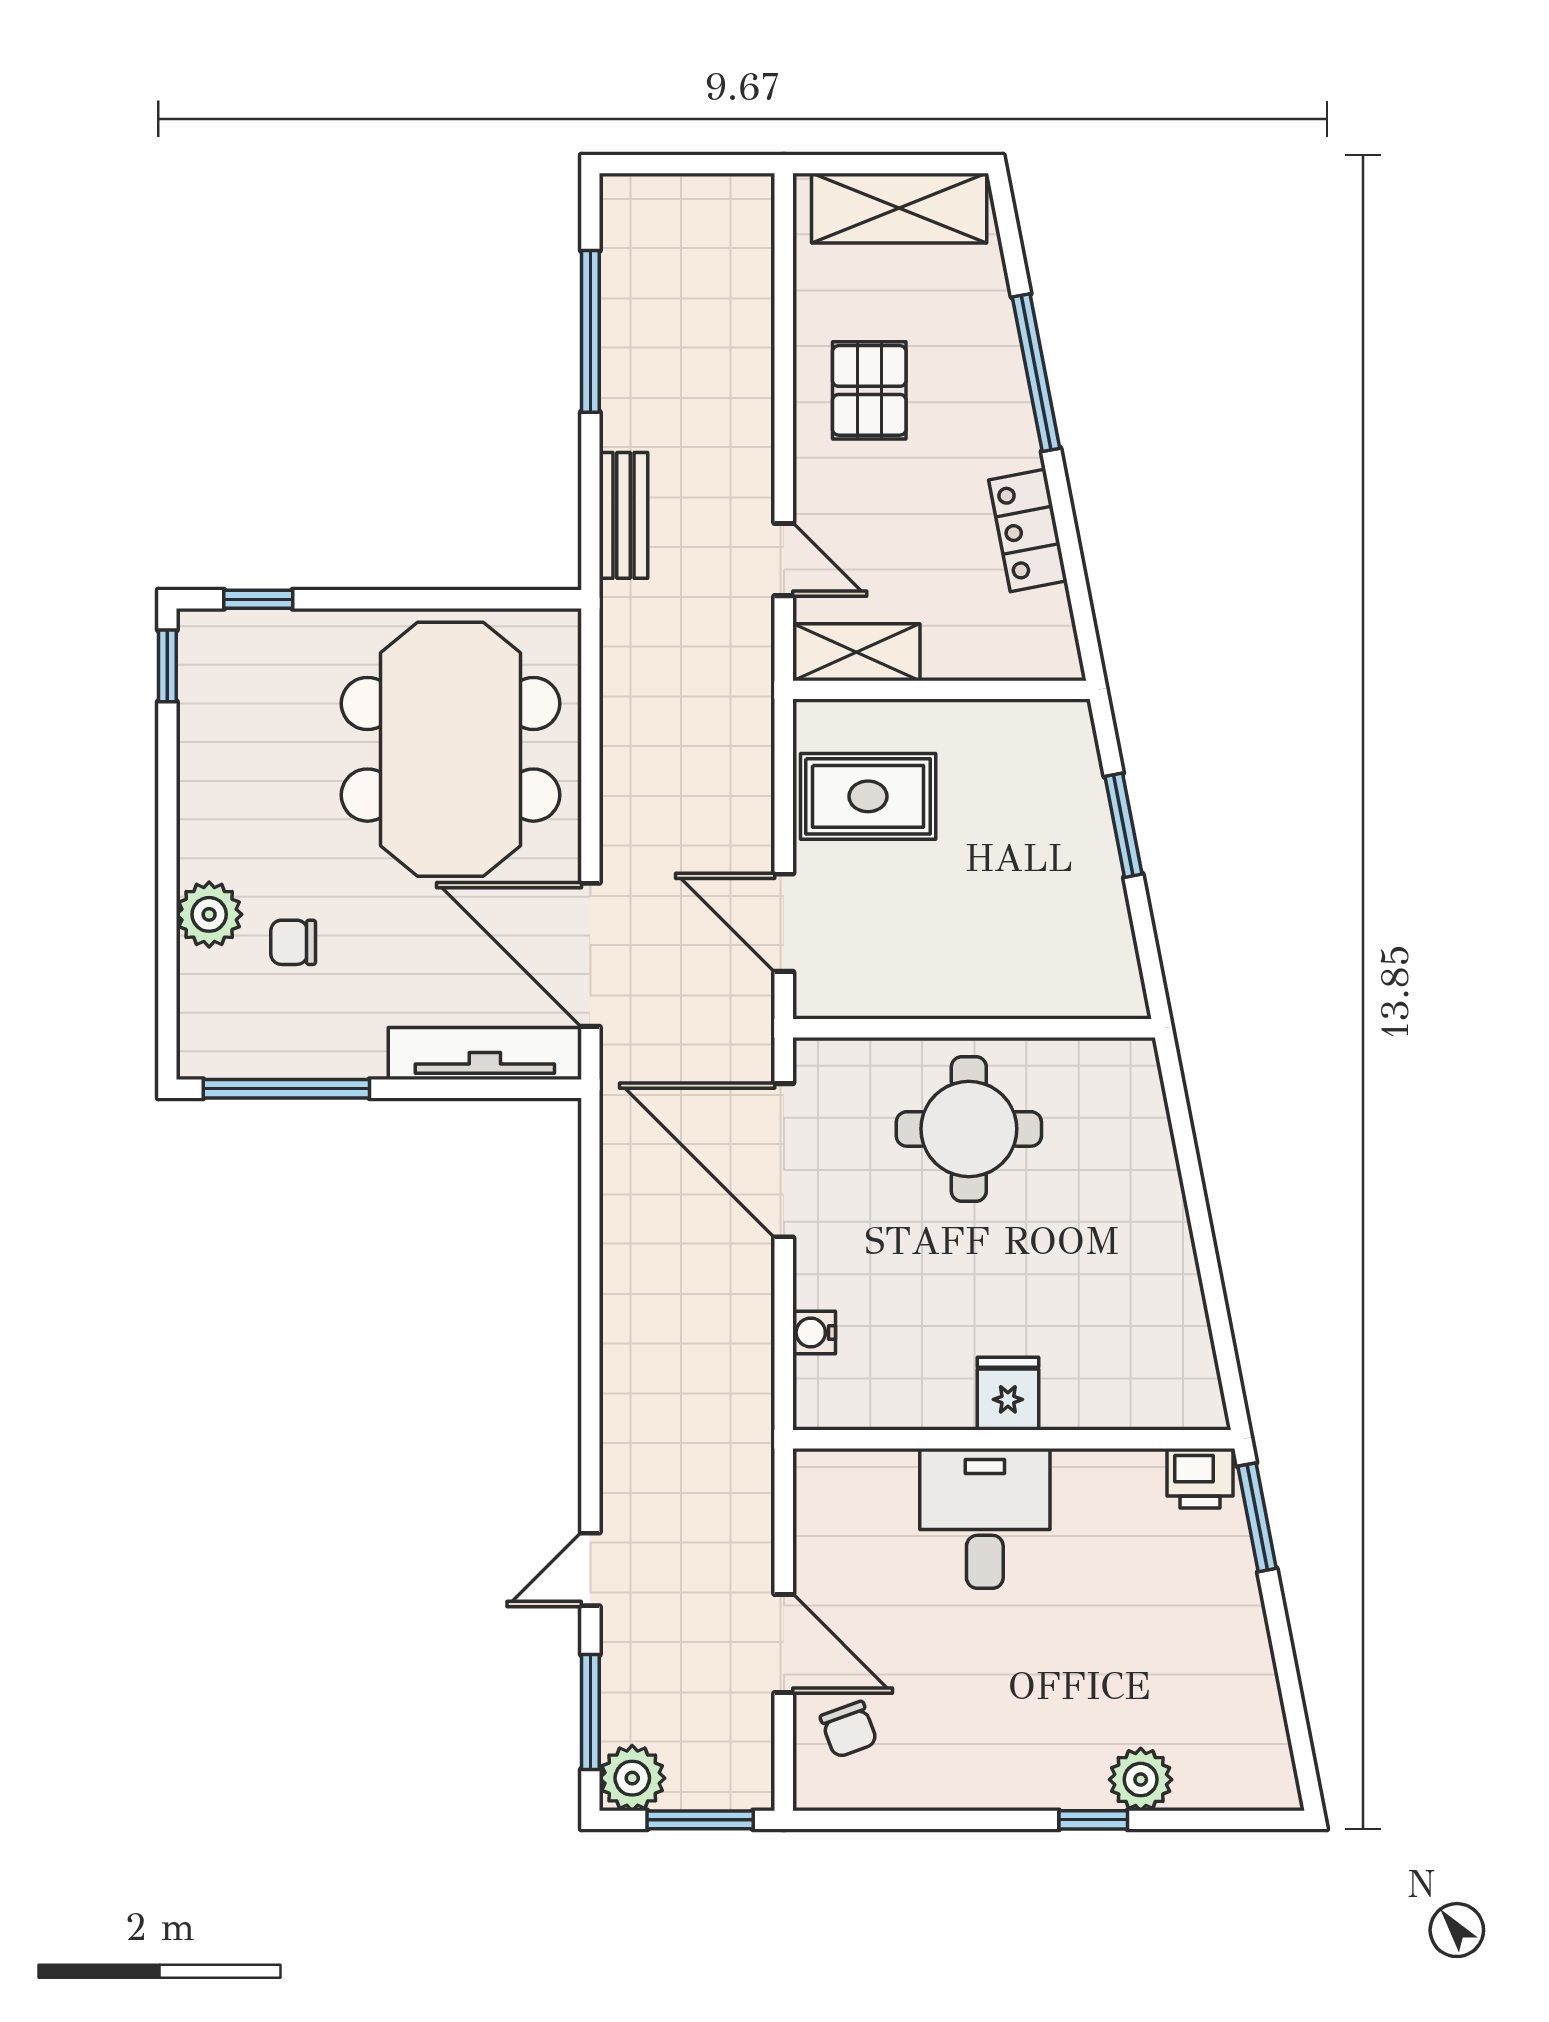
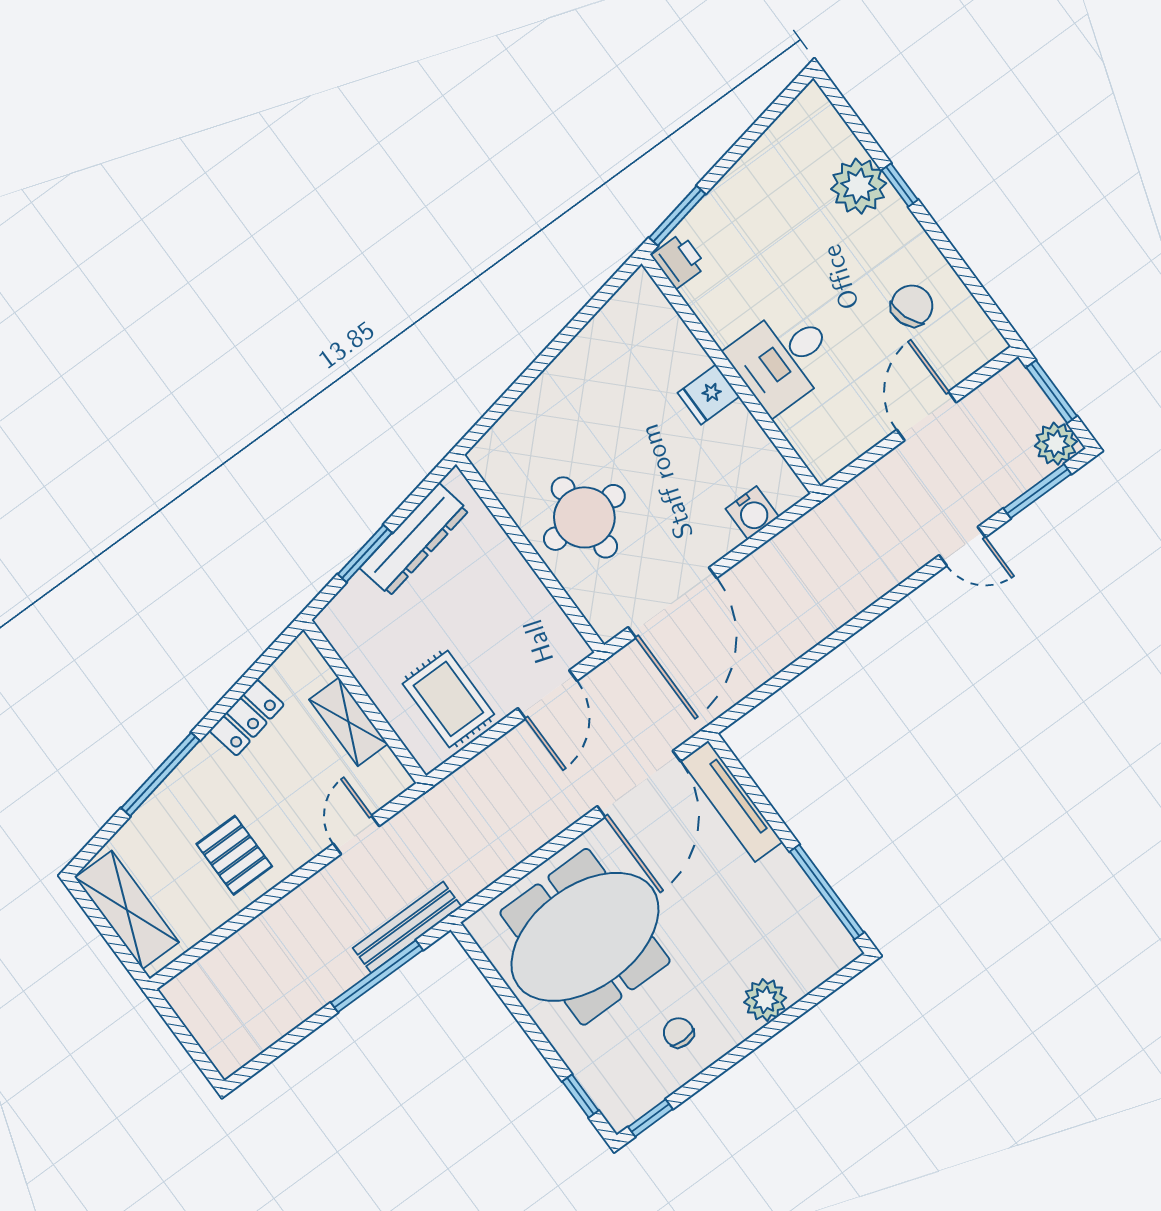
window: (590, 331) -> (377, 976), moved
pallet: (869, 390) -> (234, 855), turned 90
bench: (624, 515) -> (407, 927), width x1.36
shelving: (856, 652) -> (348, 722), moved
dresser: (1096, 899) -> (414, 539), added
chair: (293, 942) -> (679, 1033), moved, turned 180
water cooler: (814, 1332) -> (752, 513), width x1.38, depth x1.38
chair: (849, 1729) -> (912, 306), moved, width x1.37, depth x1.37
plant: (1141, 1780) -> (859, 186), width x1.36, depth x1.36

